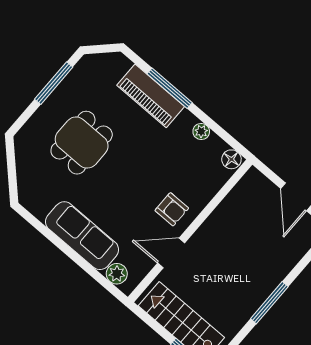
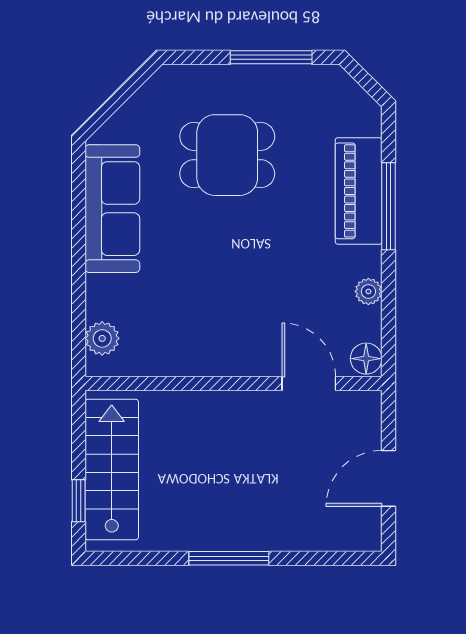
armchair: (172, 209) -> (241, 338), removed
sofa: (82, 236) -> (112, 209), moved
door: (171, 253) -> (309, 384), moved

